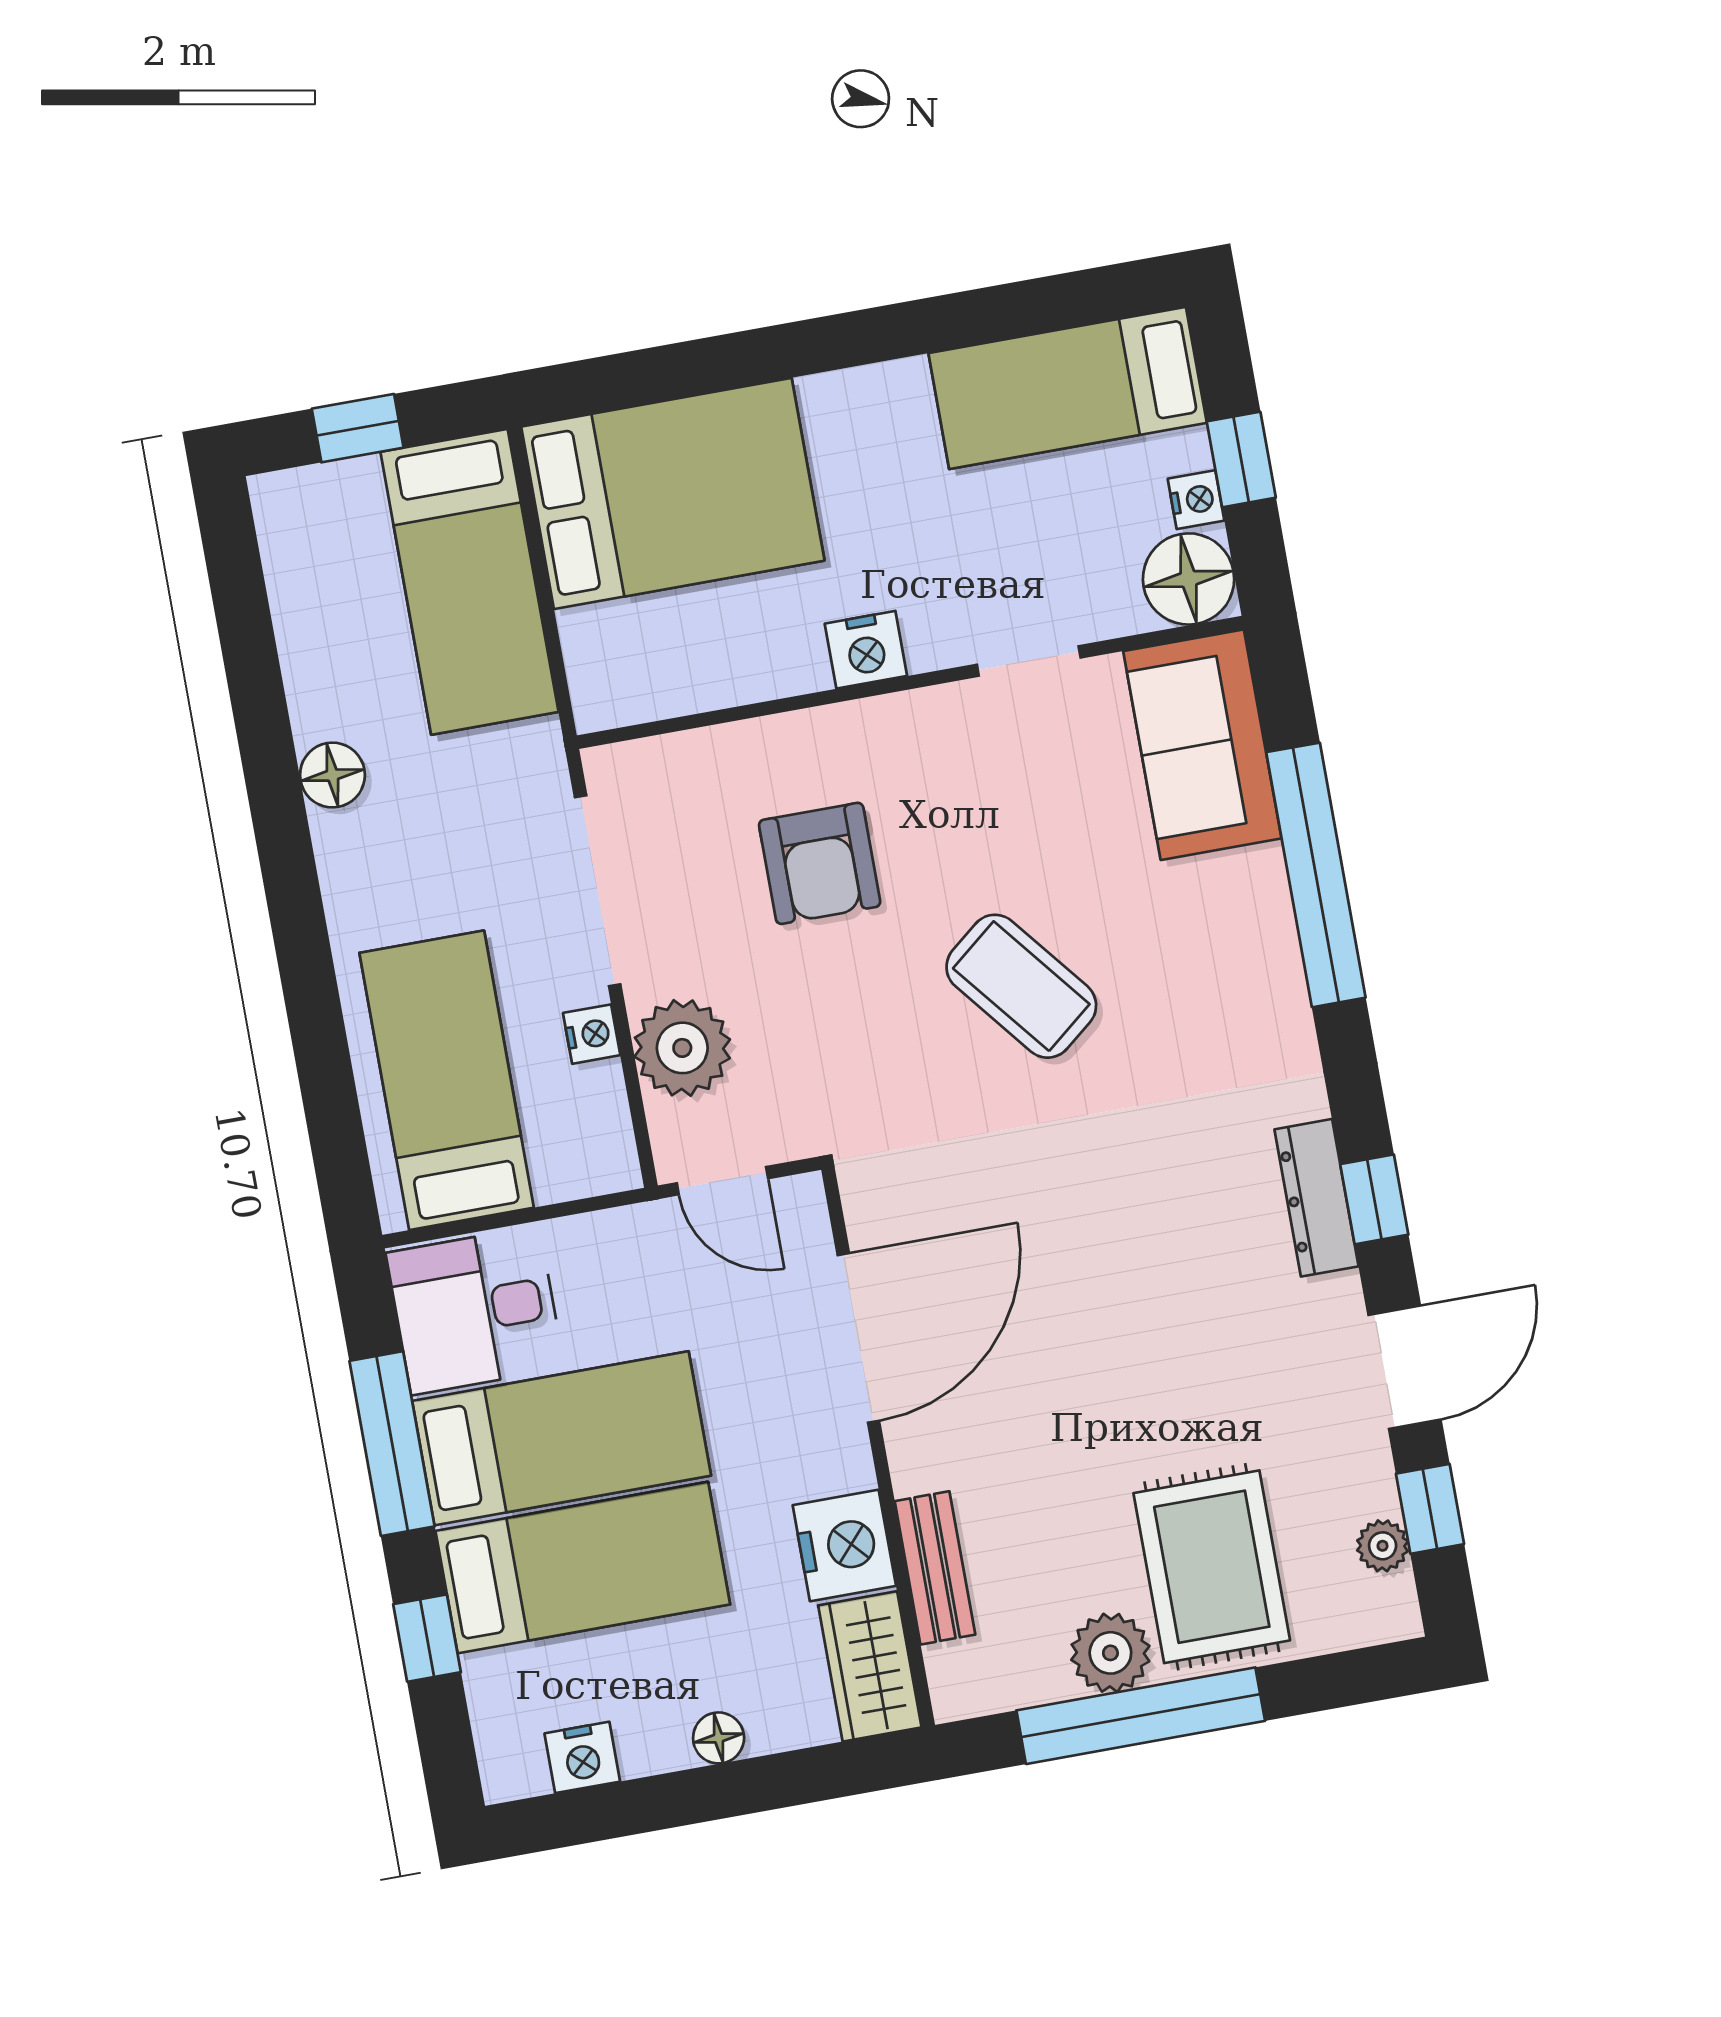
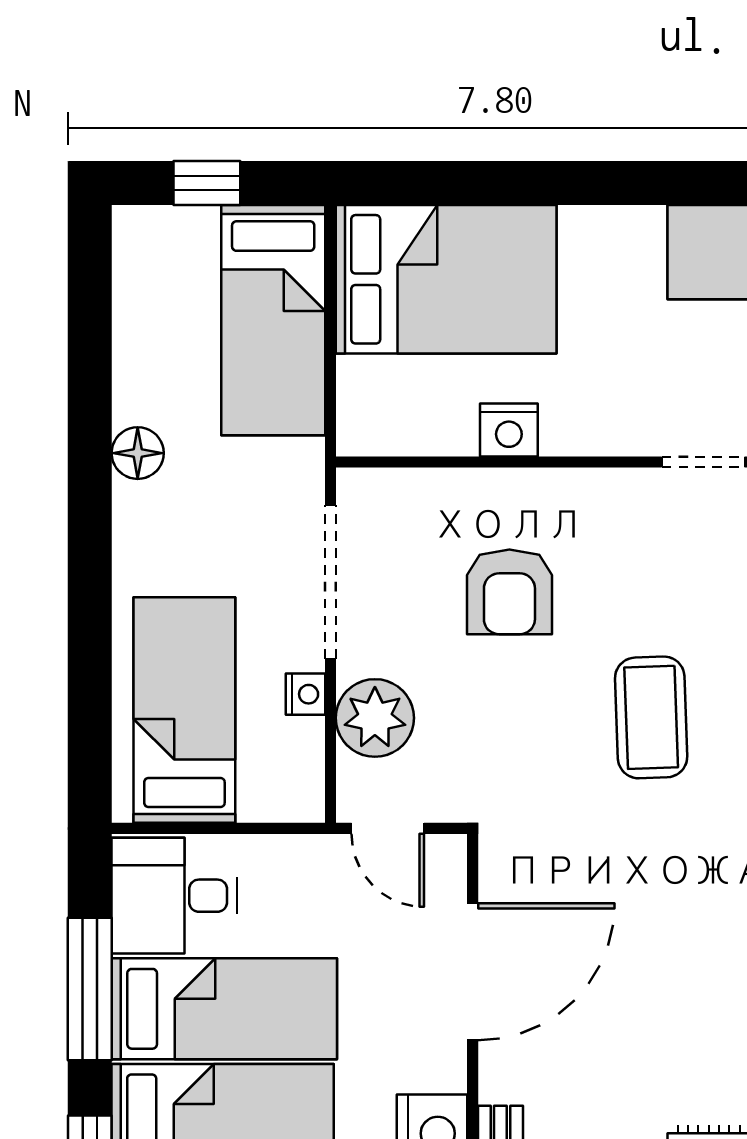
nightstand: (866, 650) -> (509, 430), moved
coffee table: (1021, 986) -> (651, 717), turned 37

